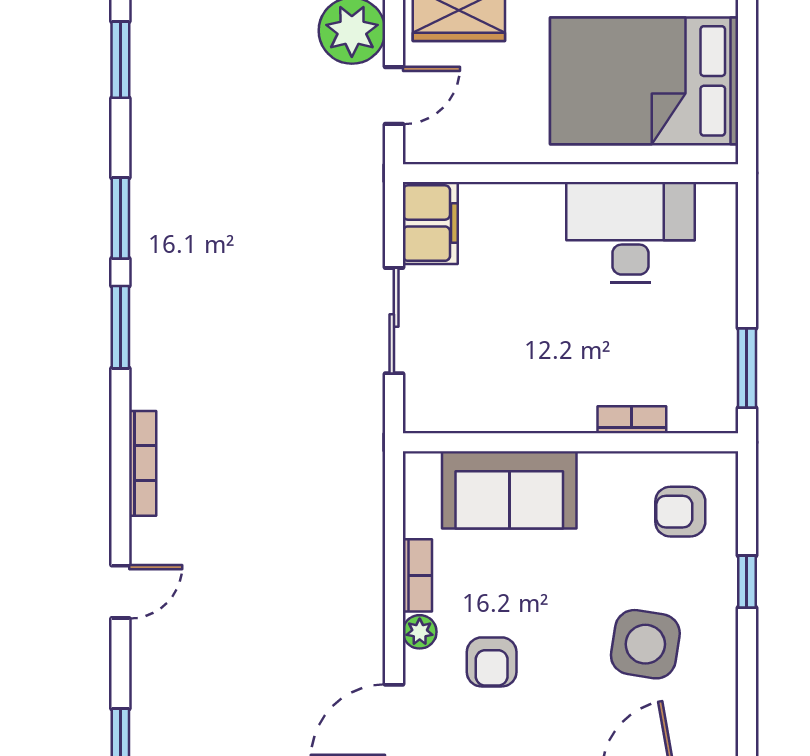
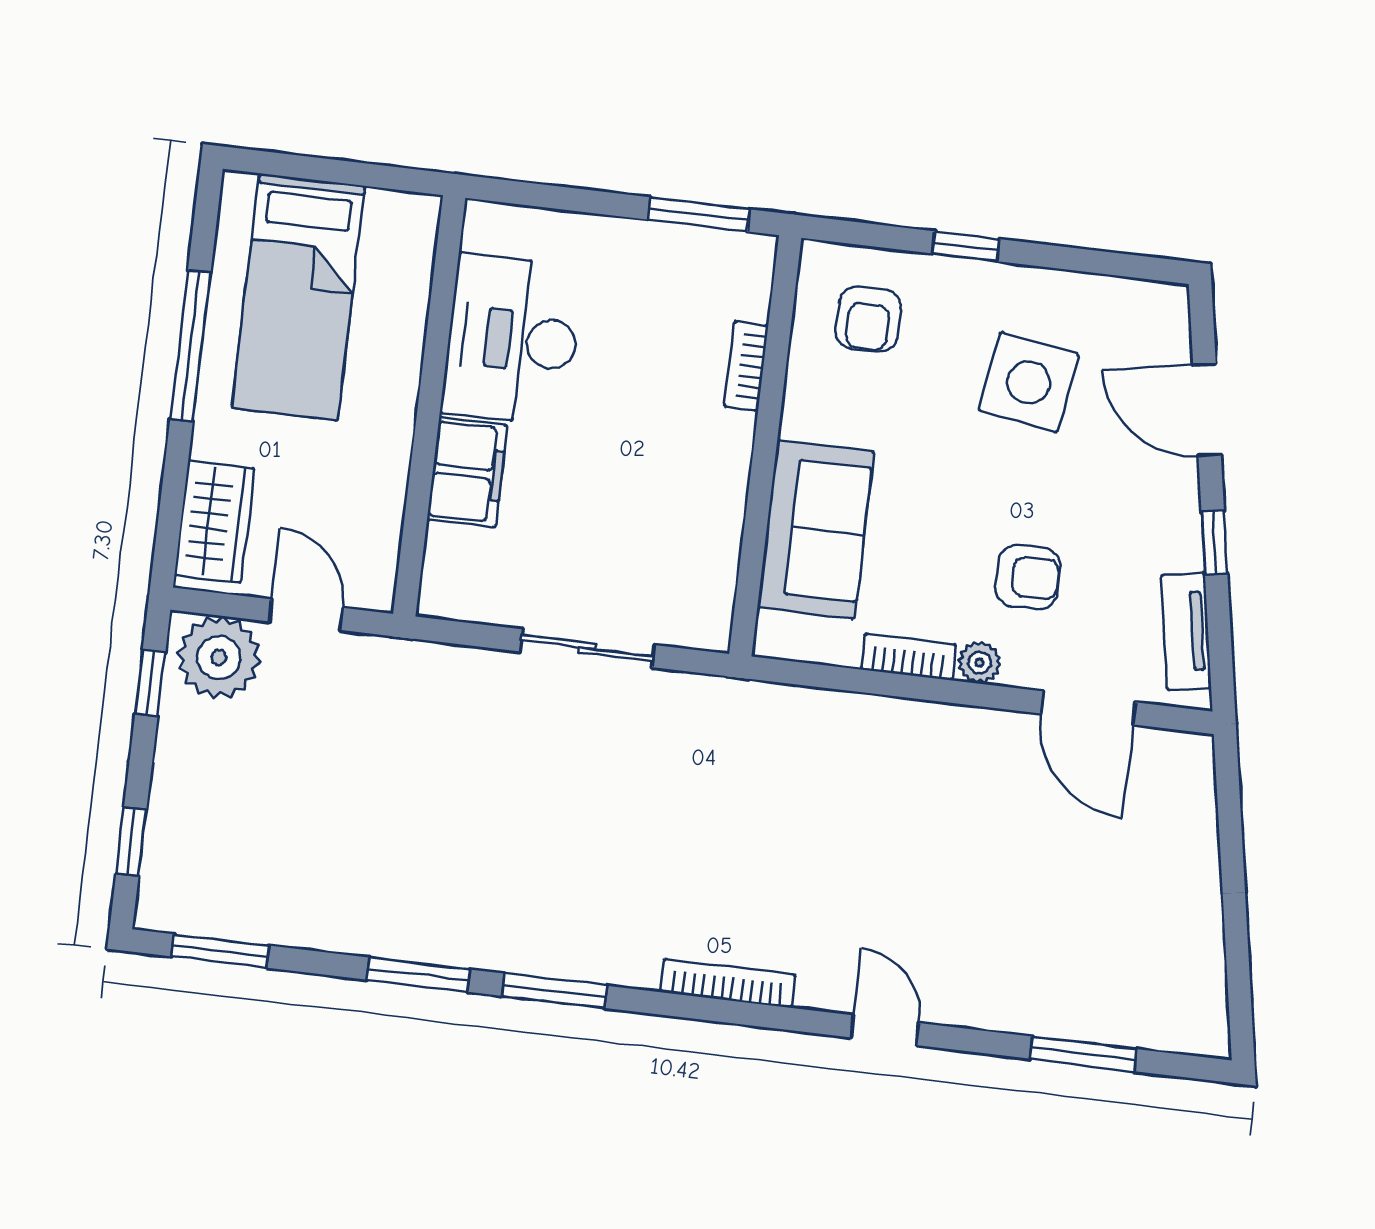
bed: (644, 81) -> (299, 297), width x0.67
filing cabinet: (430, 223) -> (467, 472), moved, turned 90

